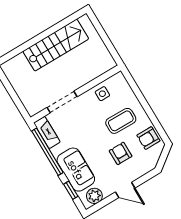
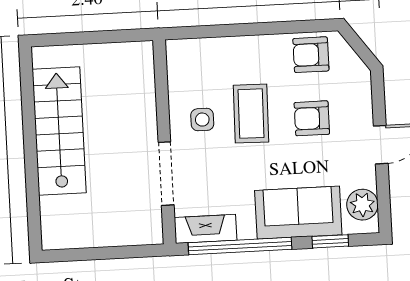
side table: (102, 94) -> (202, 120), moved
coffee table: (121, 121) -> (251, 114), moved
armchair: (148, 138) -> (311, 55), turned 90

